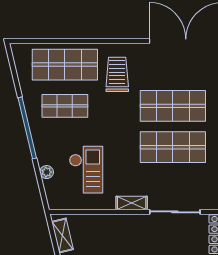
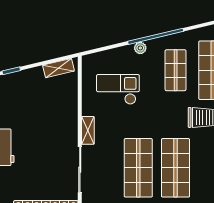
checkout: (86, 170) -> (118, 89), turned 180
plant: (47, 172) -> (140, 48), moved

